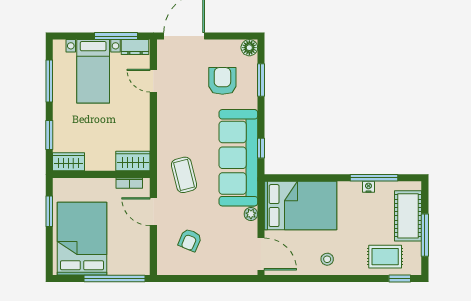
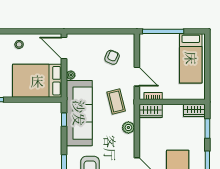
plant: (166, 137) -> (128, 128), added
window: (49, 211) -> (207, 77), removed
bed: (82, 239) -> (191, 58), width x0.67

